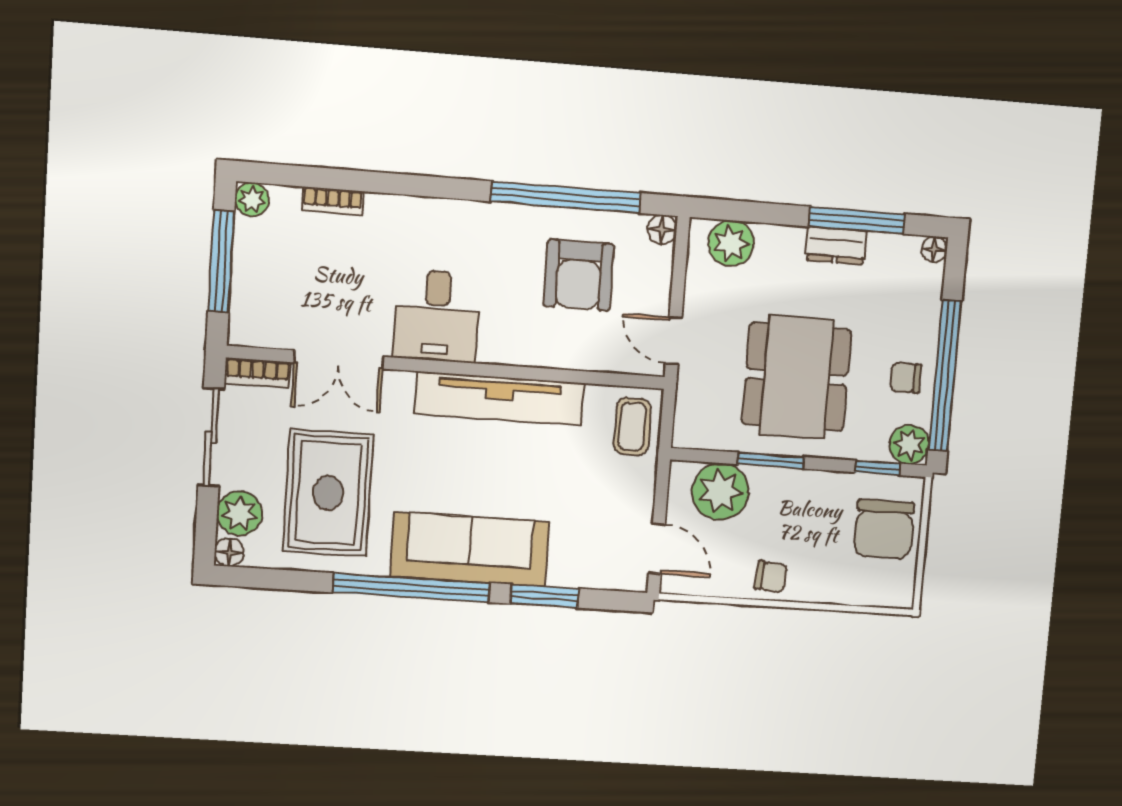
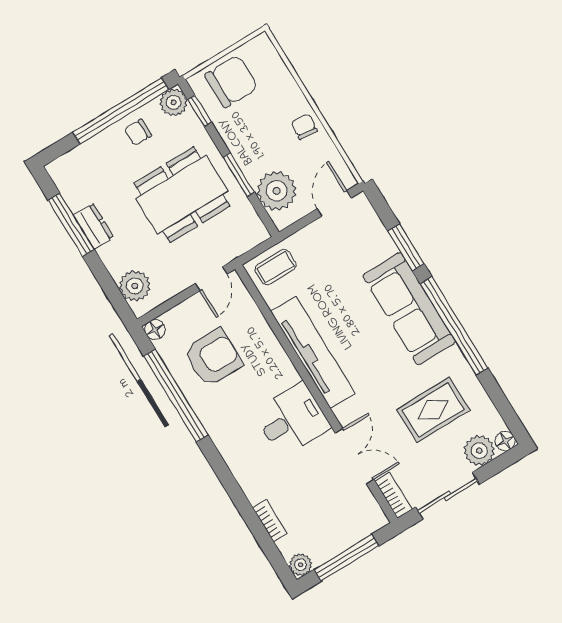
floor lamp: (934, 249) -> (55, 169), removed
chair: (906, 378) -> (138, 132), turned 90
rug: (328, 493) -> (433, 410), width x0.73, depth x0.70

